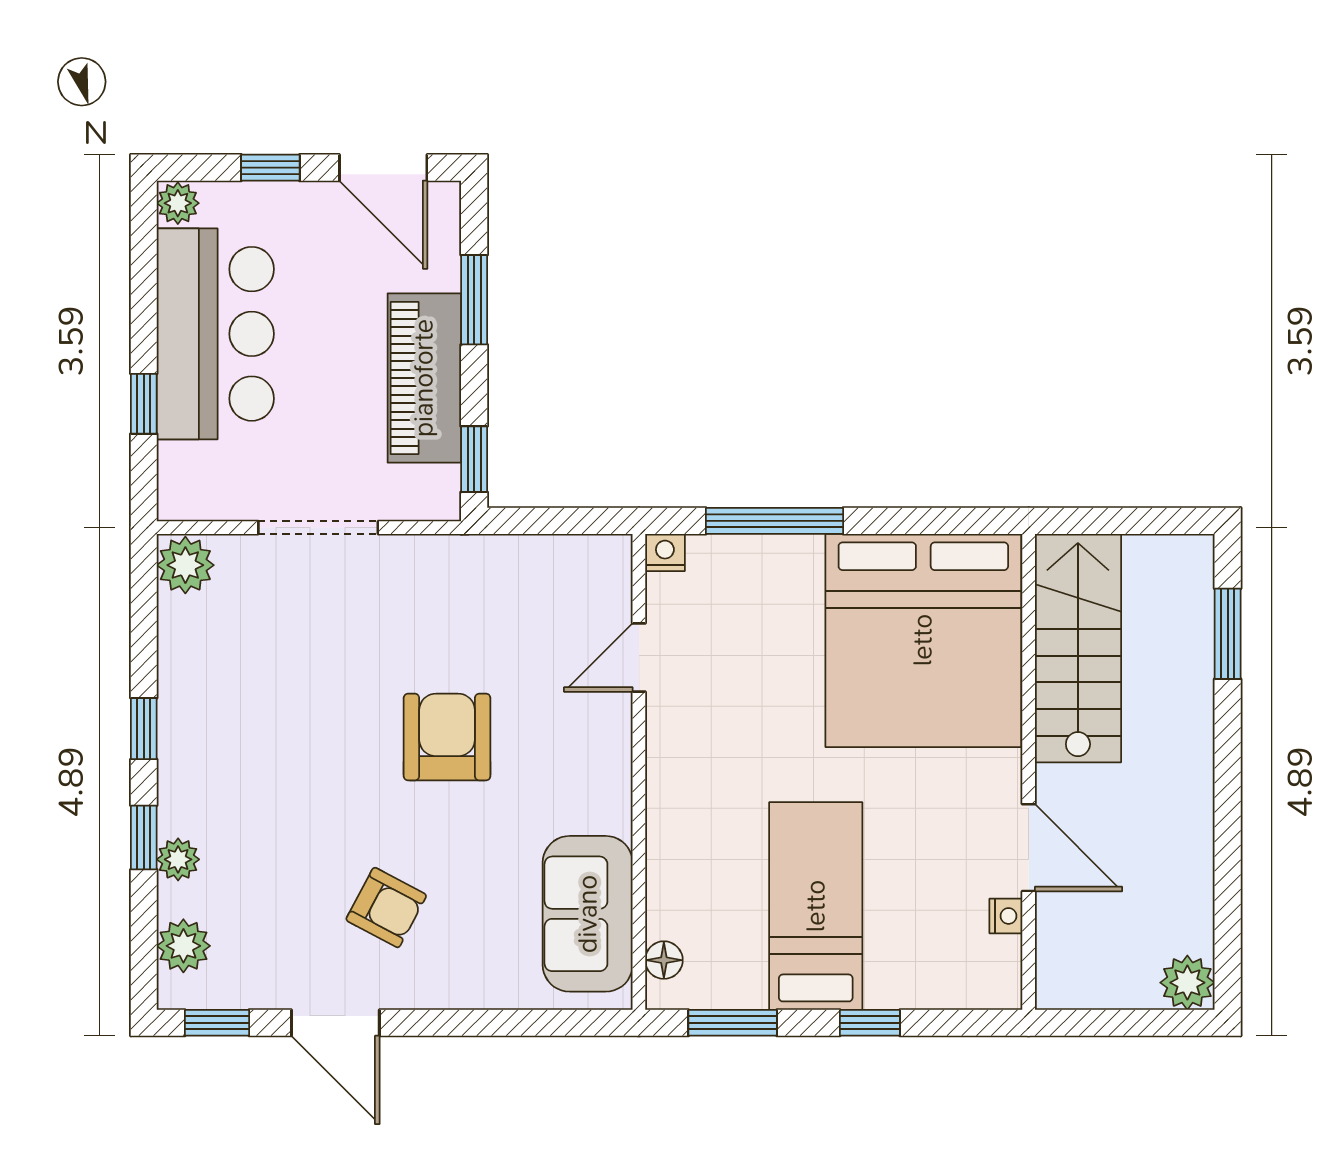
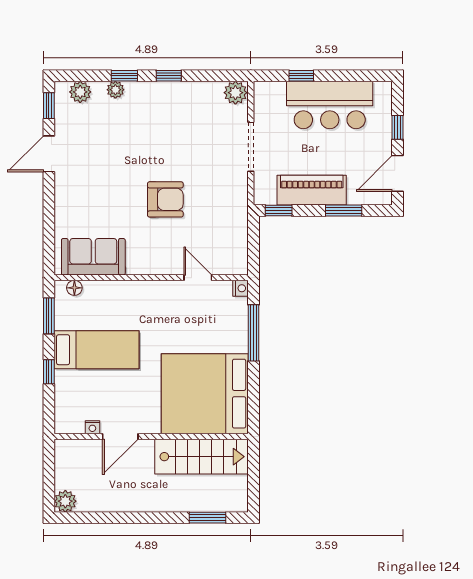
plant: (178, 203) -> (383, 90), removed
armchair: (386, 908) -> (96, 175), removed

